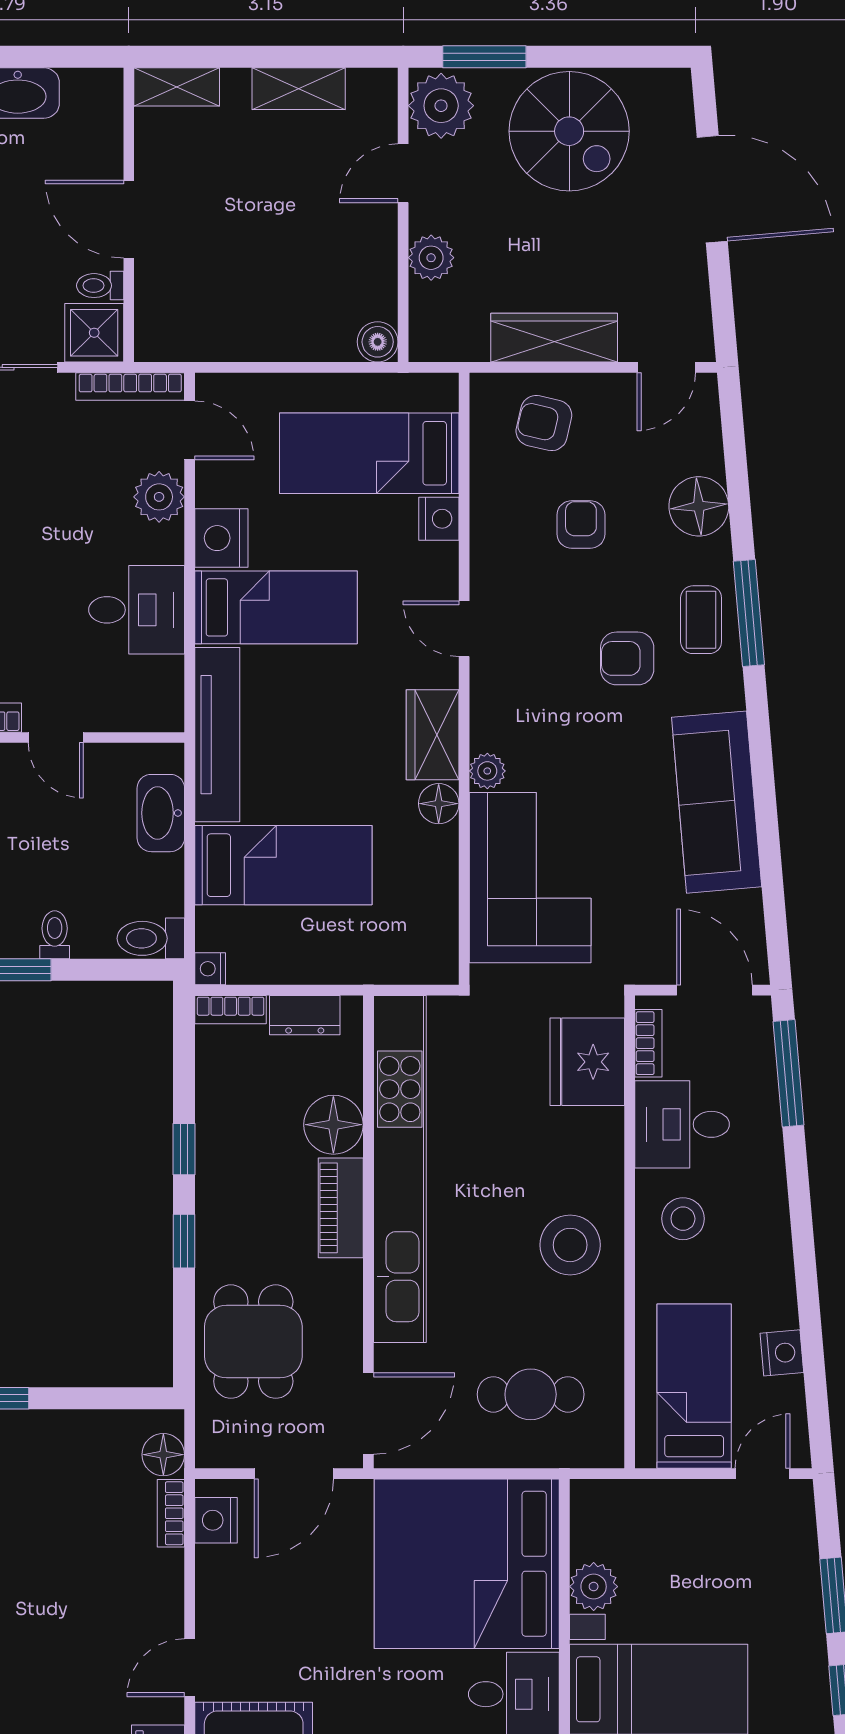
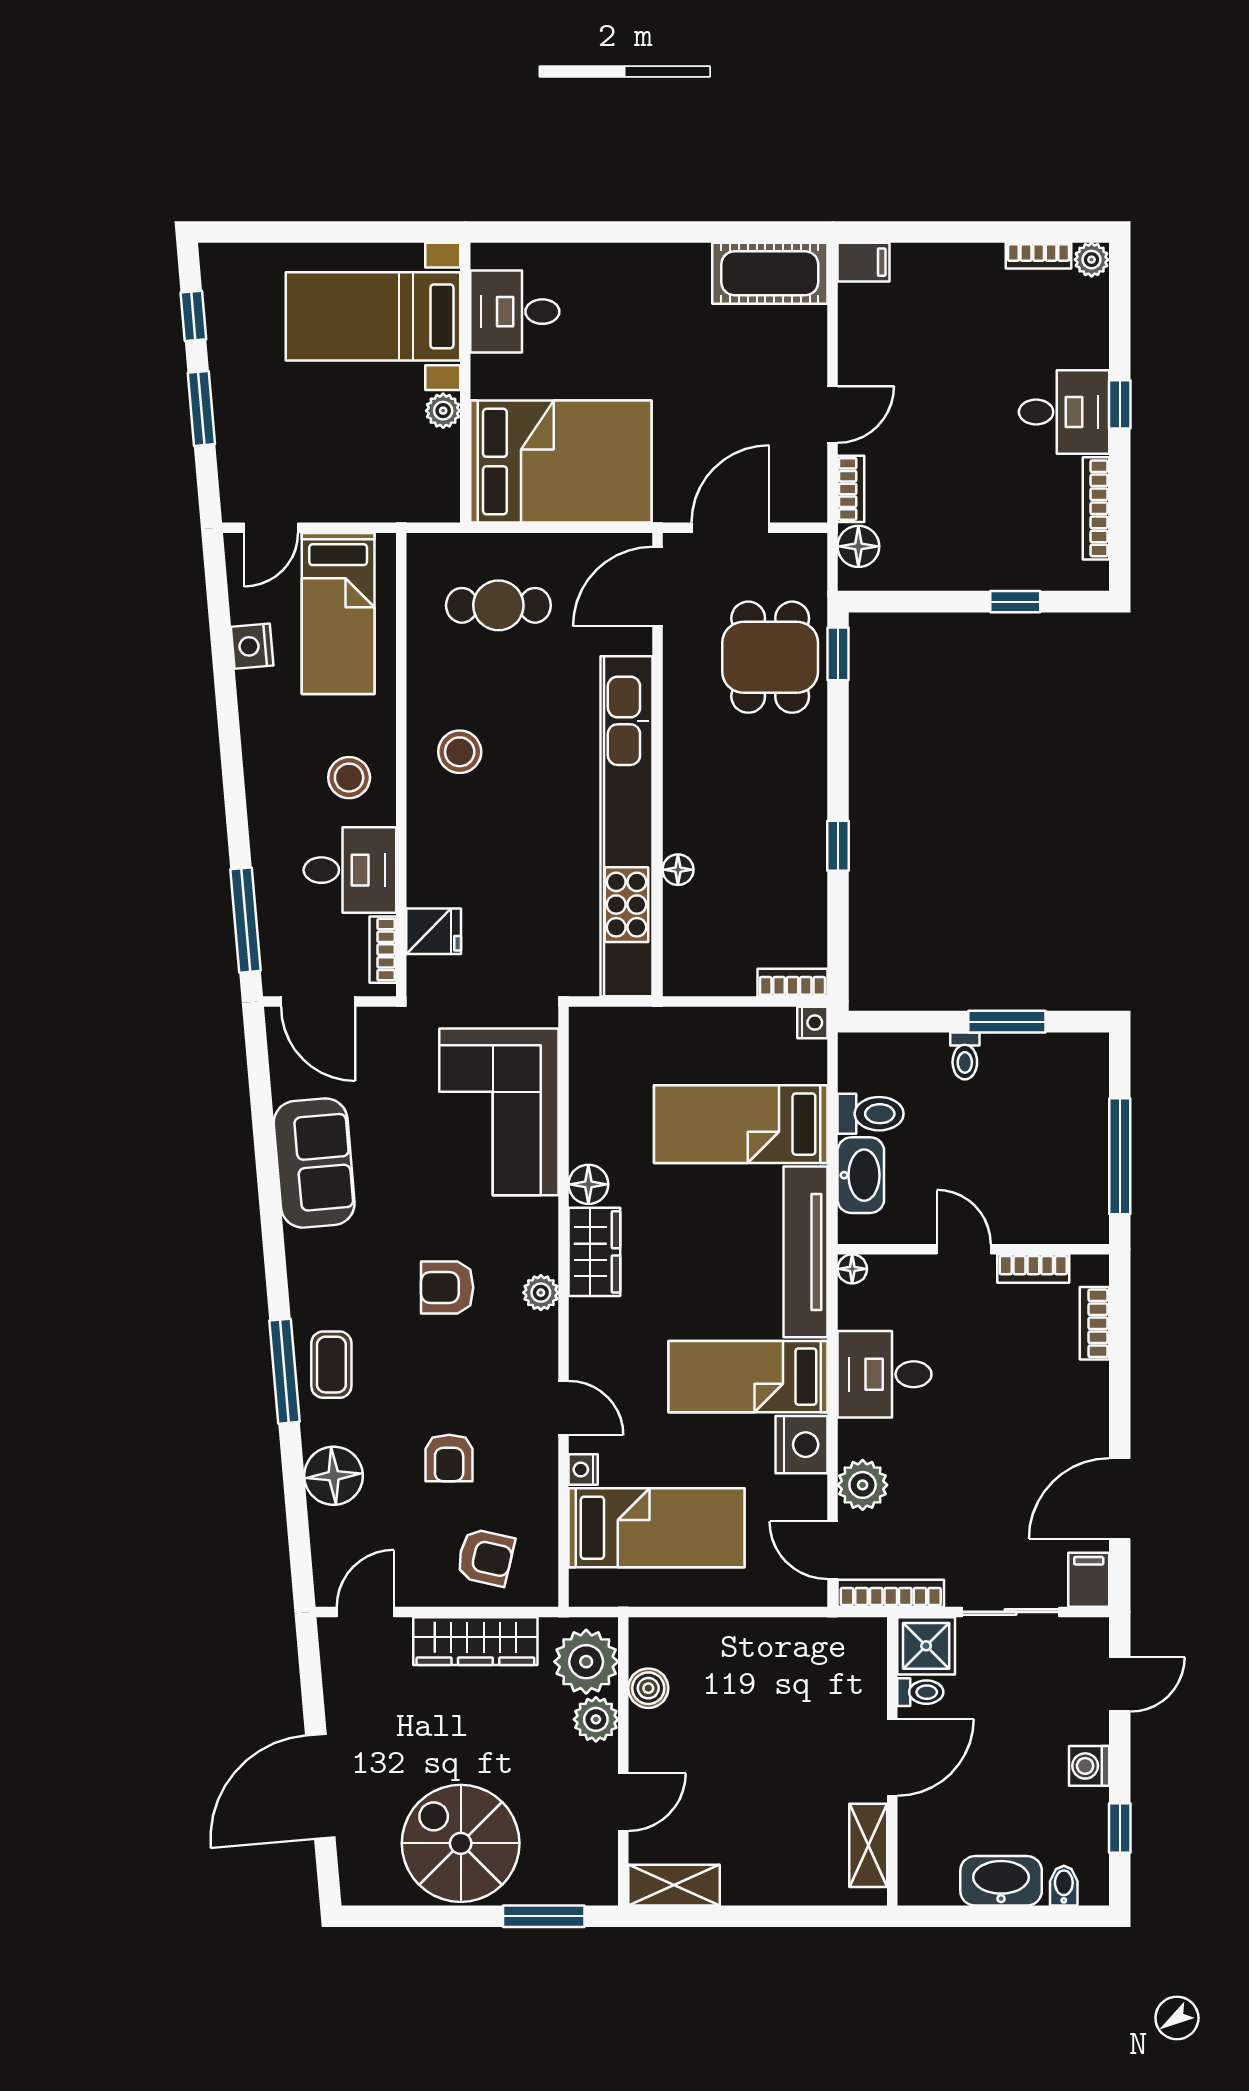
shelving: (177, 87) -> (868, 1845), moved, turned 90
shelving: (299, 89) -> (674, 1885), moved
plant: (441, 106) -> (586, 1662), moved
door: (712, 189) -> (320, 1787), hinge flipped
door: (129, 219) -> (892, 1757), hinge flipped
boiler: (378, 342) -> (648, 1688), moved
nightstand: (439, 519) -> (583, 1469), width x0.72, depth x0.74
door: (464, 629) -> (564, 1408), moved
armchair: (627, 658) -> (447, 1287), moved, turned 180
floor lamp: (170, 717) -> (852, 1269), added
plant: (487, 771) -> (541, 1293), moved
sofa: (717, 802) -> (314, 1163), width x0.73
toilet: (151, 938) -> (871, 1114), moved
dresser: (305, 1015) -> (720, 977), removed
fridge: (587, 1062) -> (434, 931), width x0.53, depth x0.75
floor lamp: (333, 1125) -> (678, 870), width x0.53, depth x0.53
piano: (341, 1208) -> (684, 788), removed
window: (184, 1241) -> (838, 654), moved
stool: (570, 1245) -> (460, 752), width x0.73, depth x0.73
nightstand: (216, 1520) -> (807, 482), removed
bed: (467, 1564) -> (561, 462), width x0.73
plant: (594, 1587) -> (443, 411), width x0.73, depth x0.73
door: (190, 1668) -> (832, 414), moved

